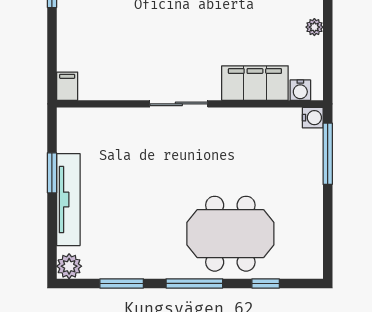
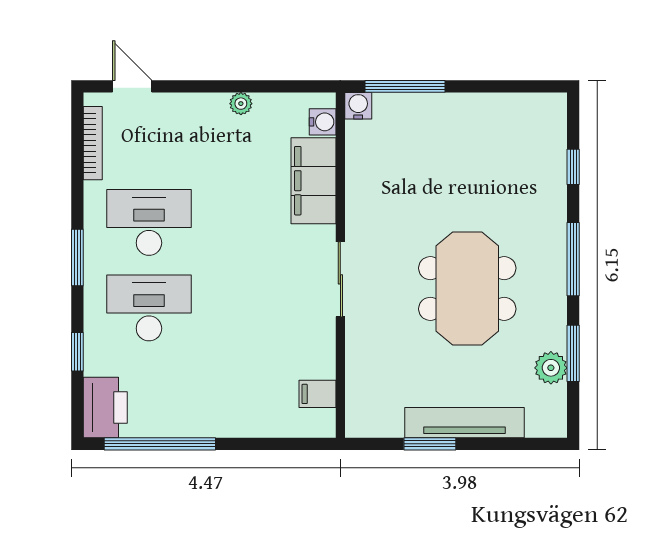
filing cabinet: (67, 86) -> (317, 394), moved
meeting table: (230, 234) -> (467, 288), moved
plant: (69, 266) -> (551, 368), moved

